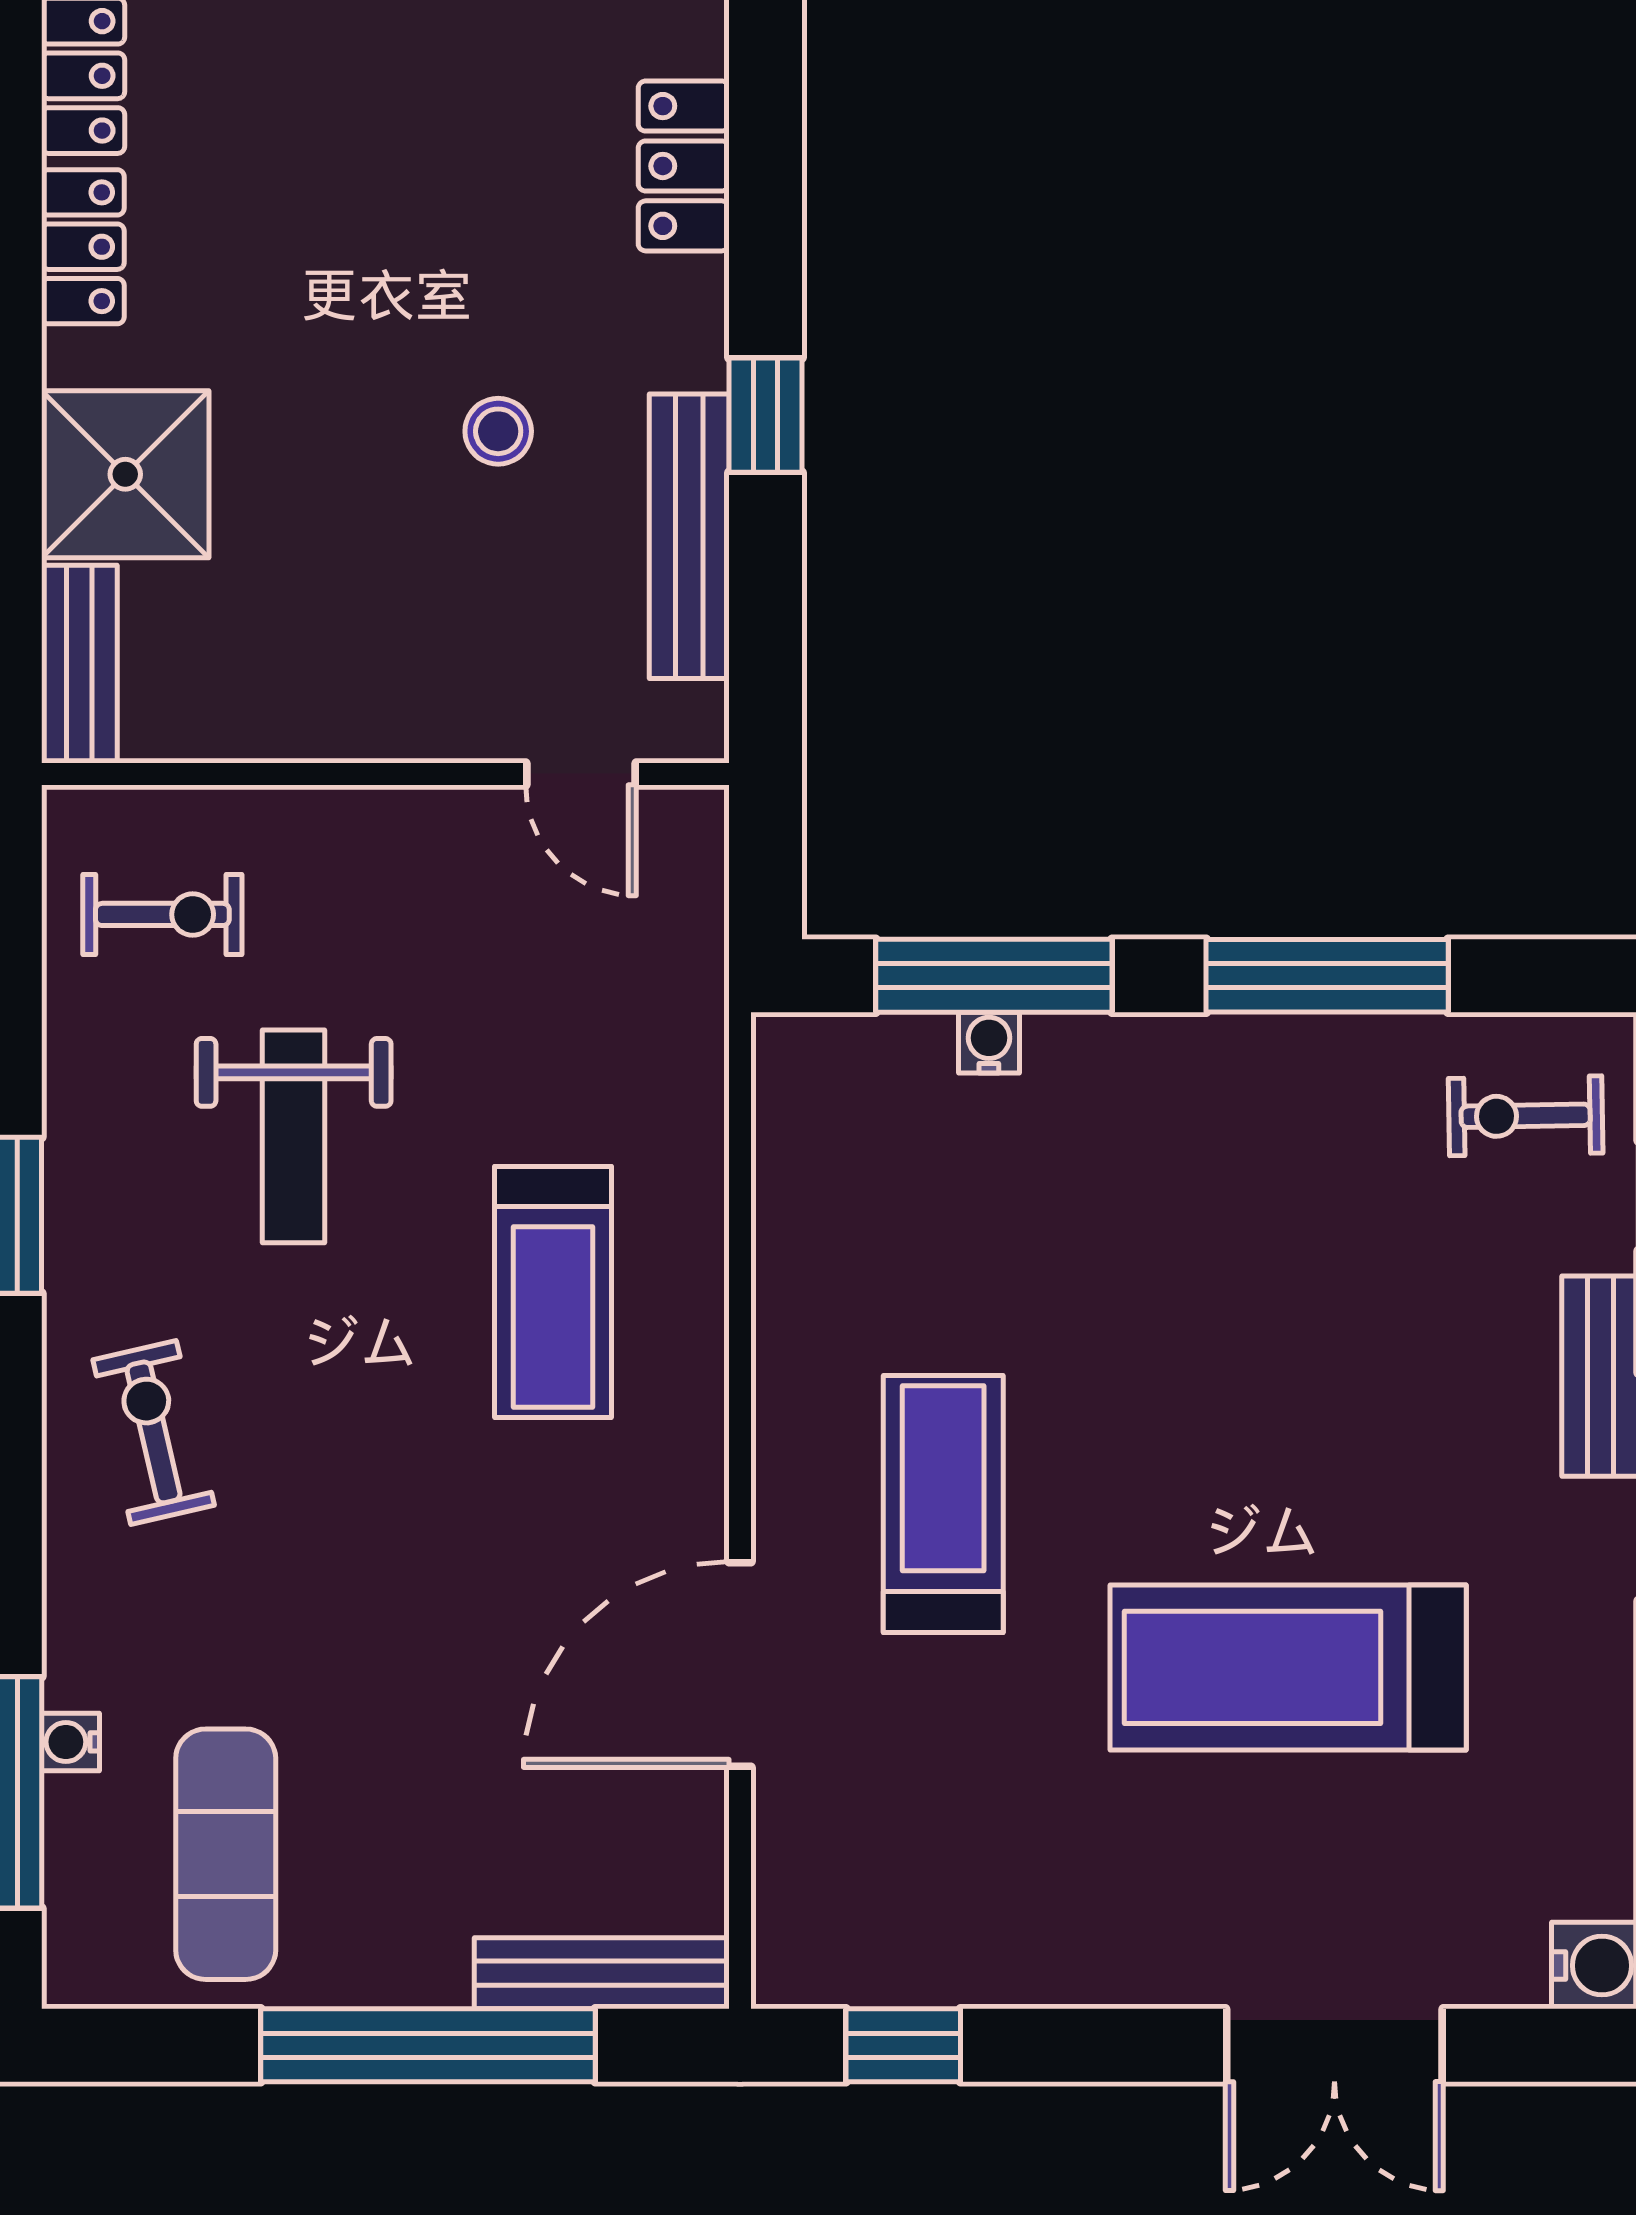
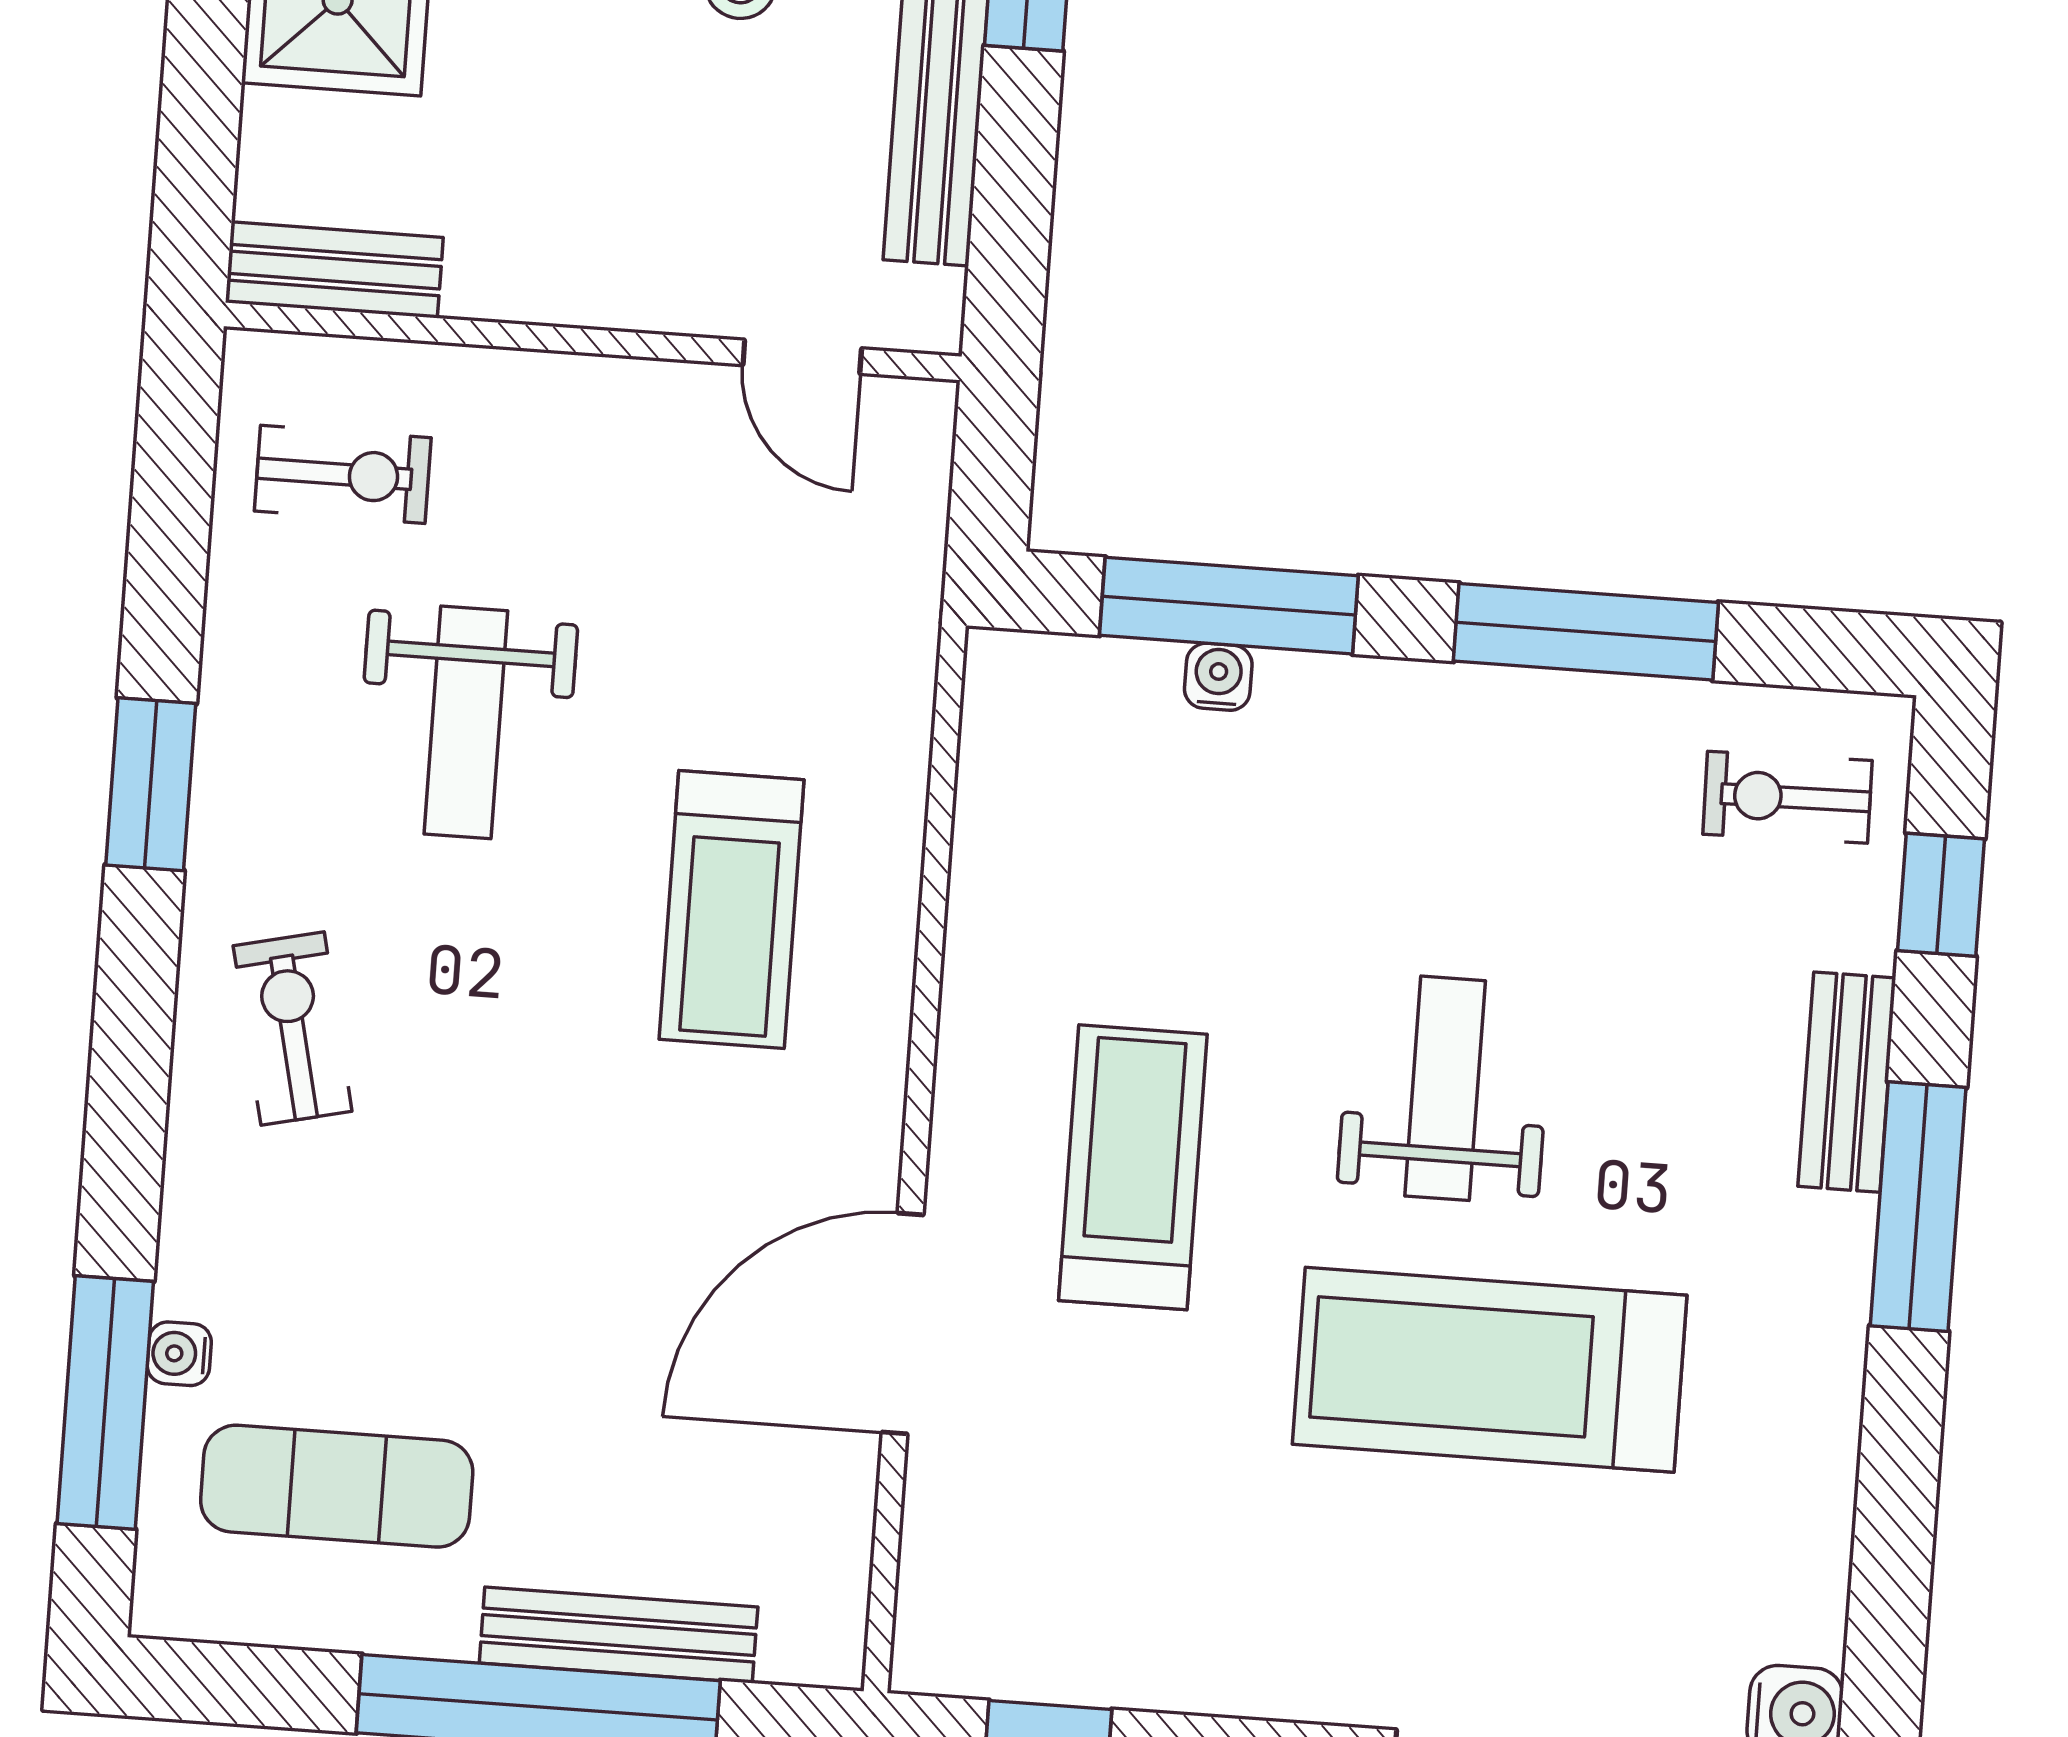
bench: (79, 664) -> (334, 270), moved, turned 90
weight bench: (1228, 1409) -> (1445, 1088), added
exercise mat: (226, 1854) -> (337, 1486), turned 90
bench: (602, 1973) -> (619, 1635), moved

